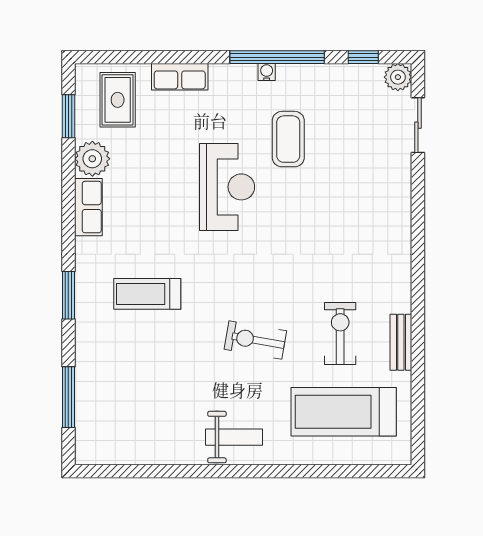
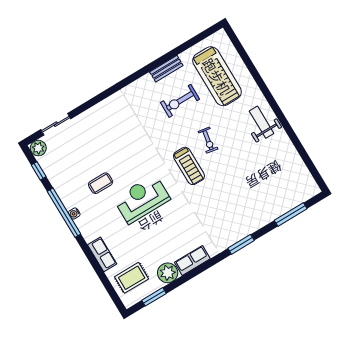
coffee table: (288, 139) -> (101, 183), width x0.73, depth x0.77
treadmill: (147, 294) -> (189, 166), moved
exercise bike: (255, 340) -> (208, 140), width x0.73, depth x0.72

